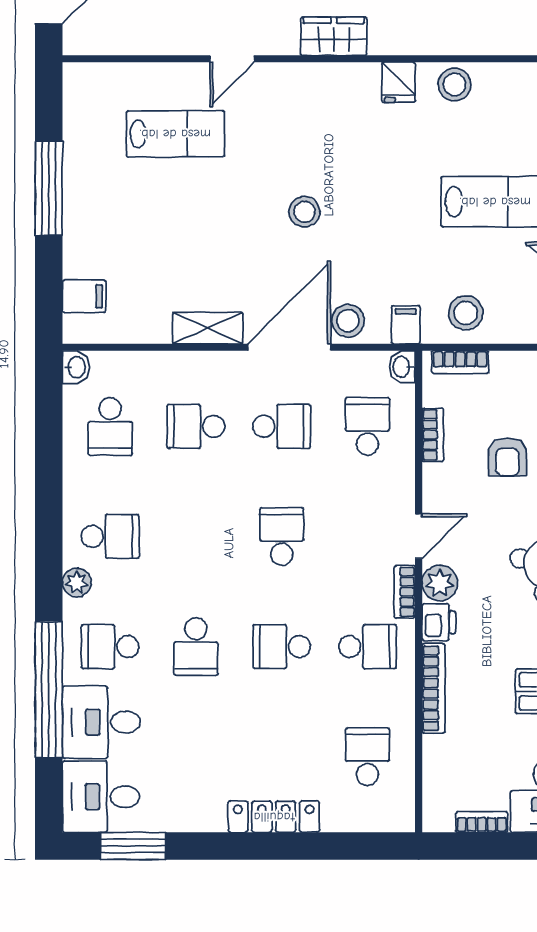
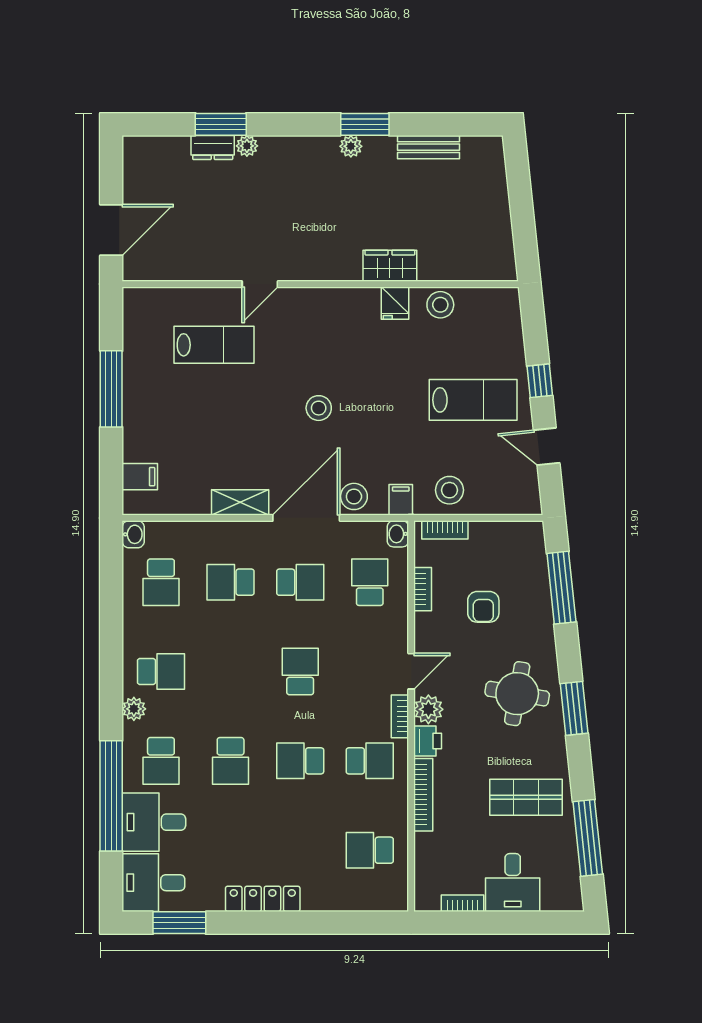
wardrobe: (334, 36) -> (390, 266), moved
school desk: (110, 647) -> (161, 761), turned -90
school desk: (367, 757) -> (370, 850), turned -90
locker: (274, 817) -> (263, 899), moved

